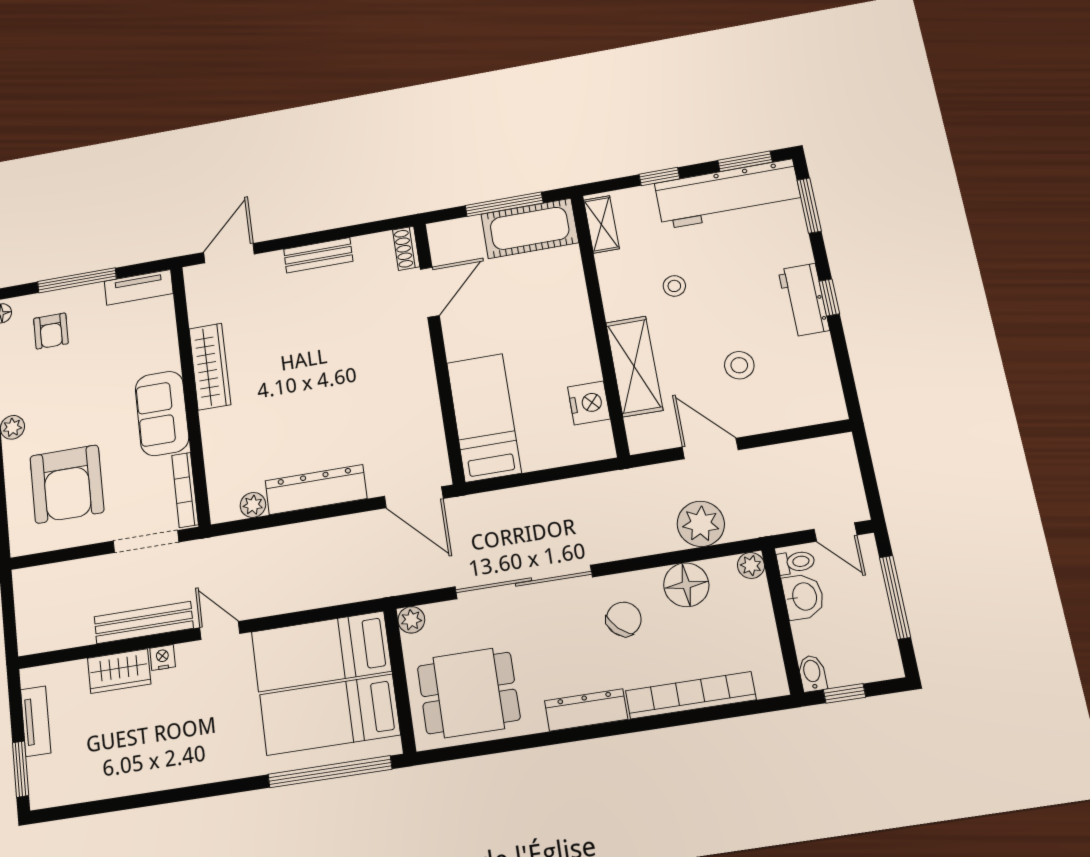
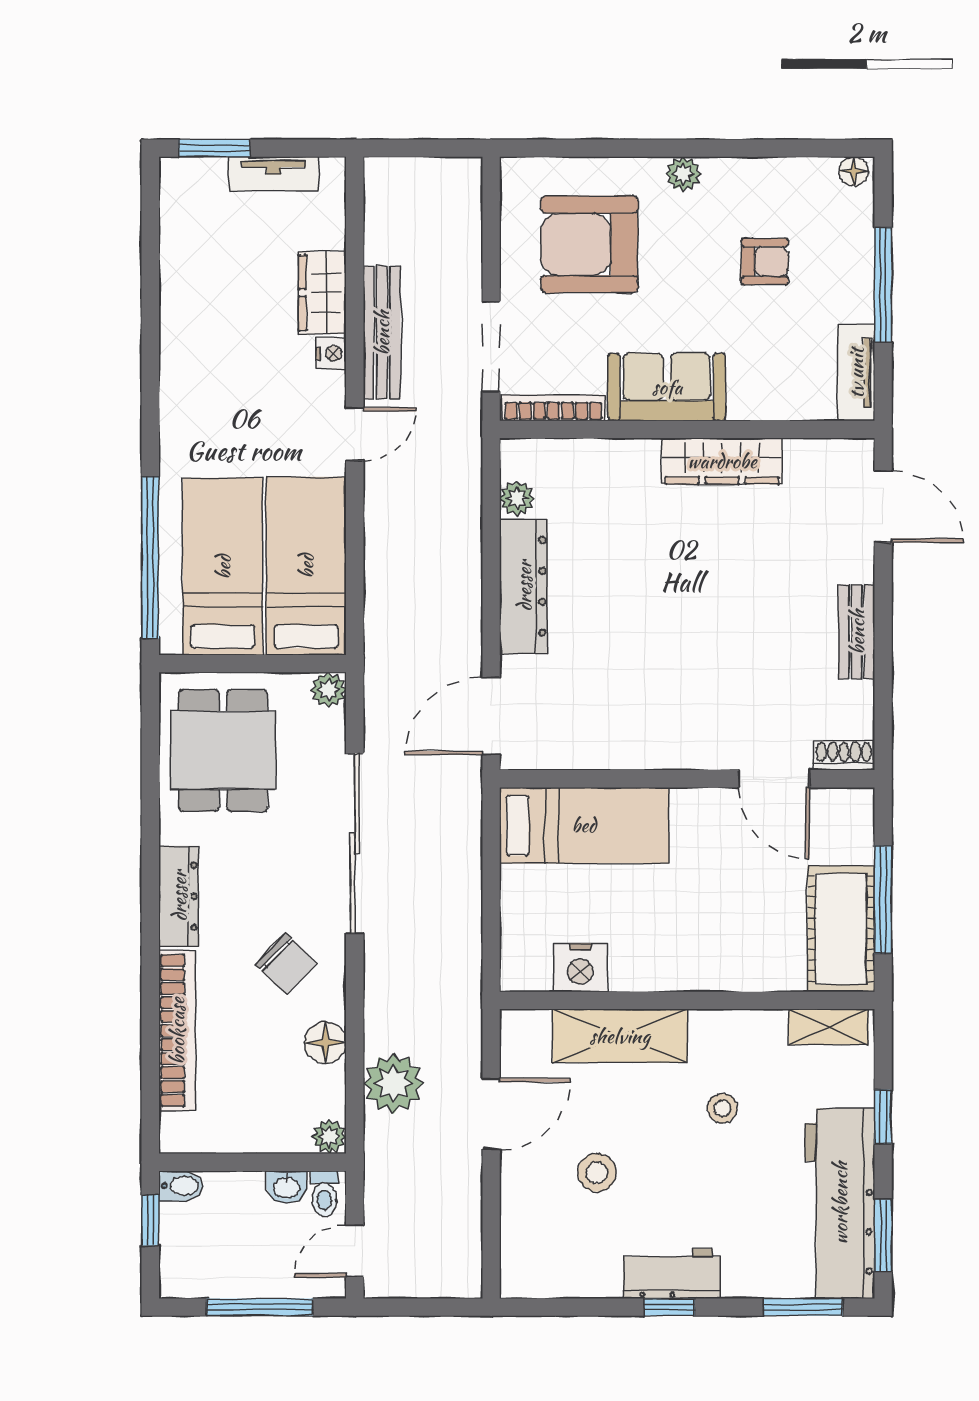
armchair: (51, 331) -> (765, 261), moved, turned 180
floor lamp: (686, 585) -> (325, 1043), width x0.73, depth x0.73
washbasin: (803, 597) -> (287, 1187), width x0.72, depth x0.69

